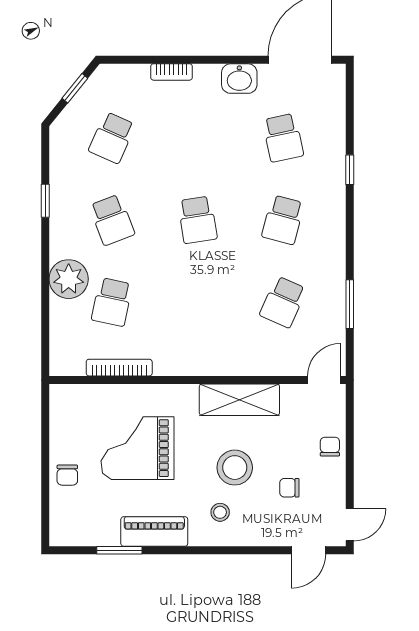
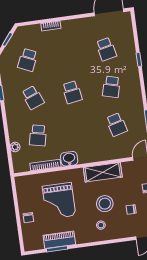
washbasin: (239, 79) -> (69, 159), moved, turned 180
plant: (69, 279) -> (15, 147), moved, width x0.53, depth x0.53
school desk: (283, 302) -> (117, 125), turned -39
grand piano: (138, 448) -> (59, 201), turned -90
piano: (154, 531) -> (59, 240), moved

